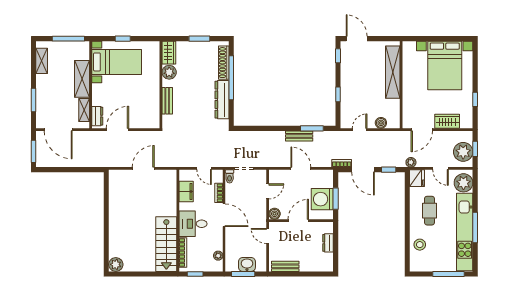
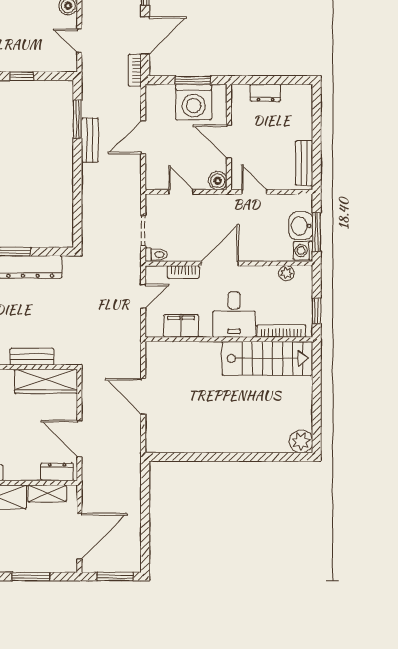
wardrobe: (152, 109) -> (46, 381), added
door: (268, 236) -> (254, 192), swing flipped
washing machine: (232, 266) -> (303, 251), added

